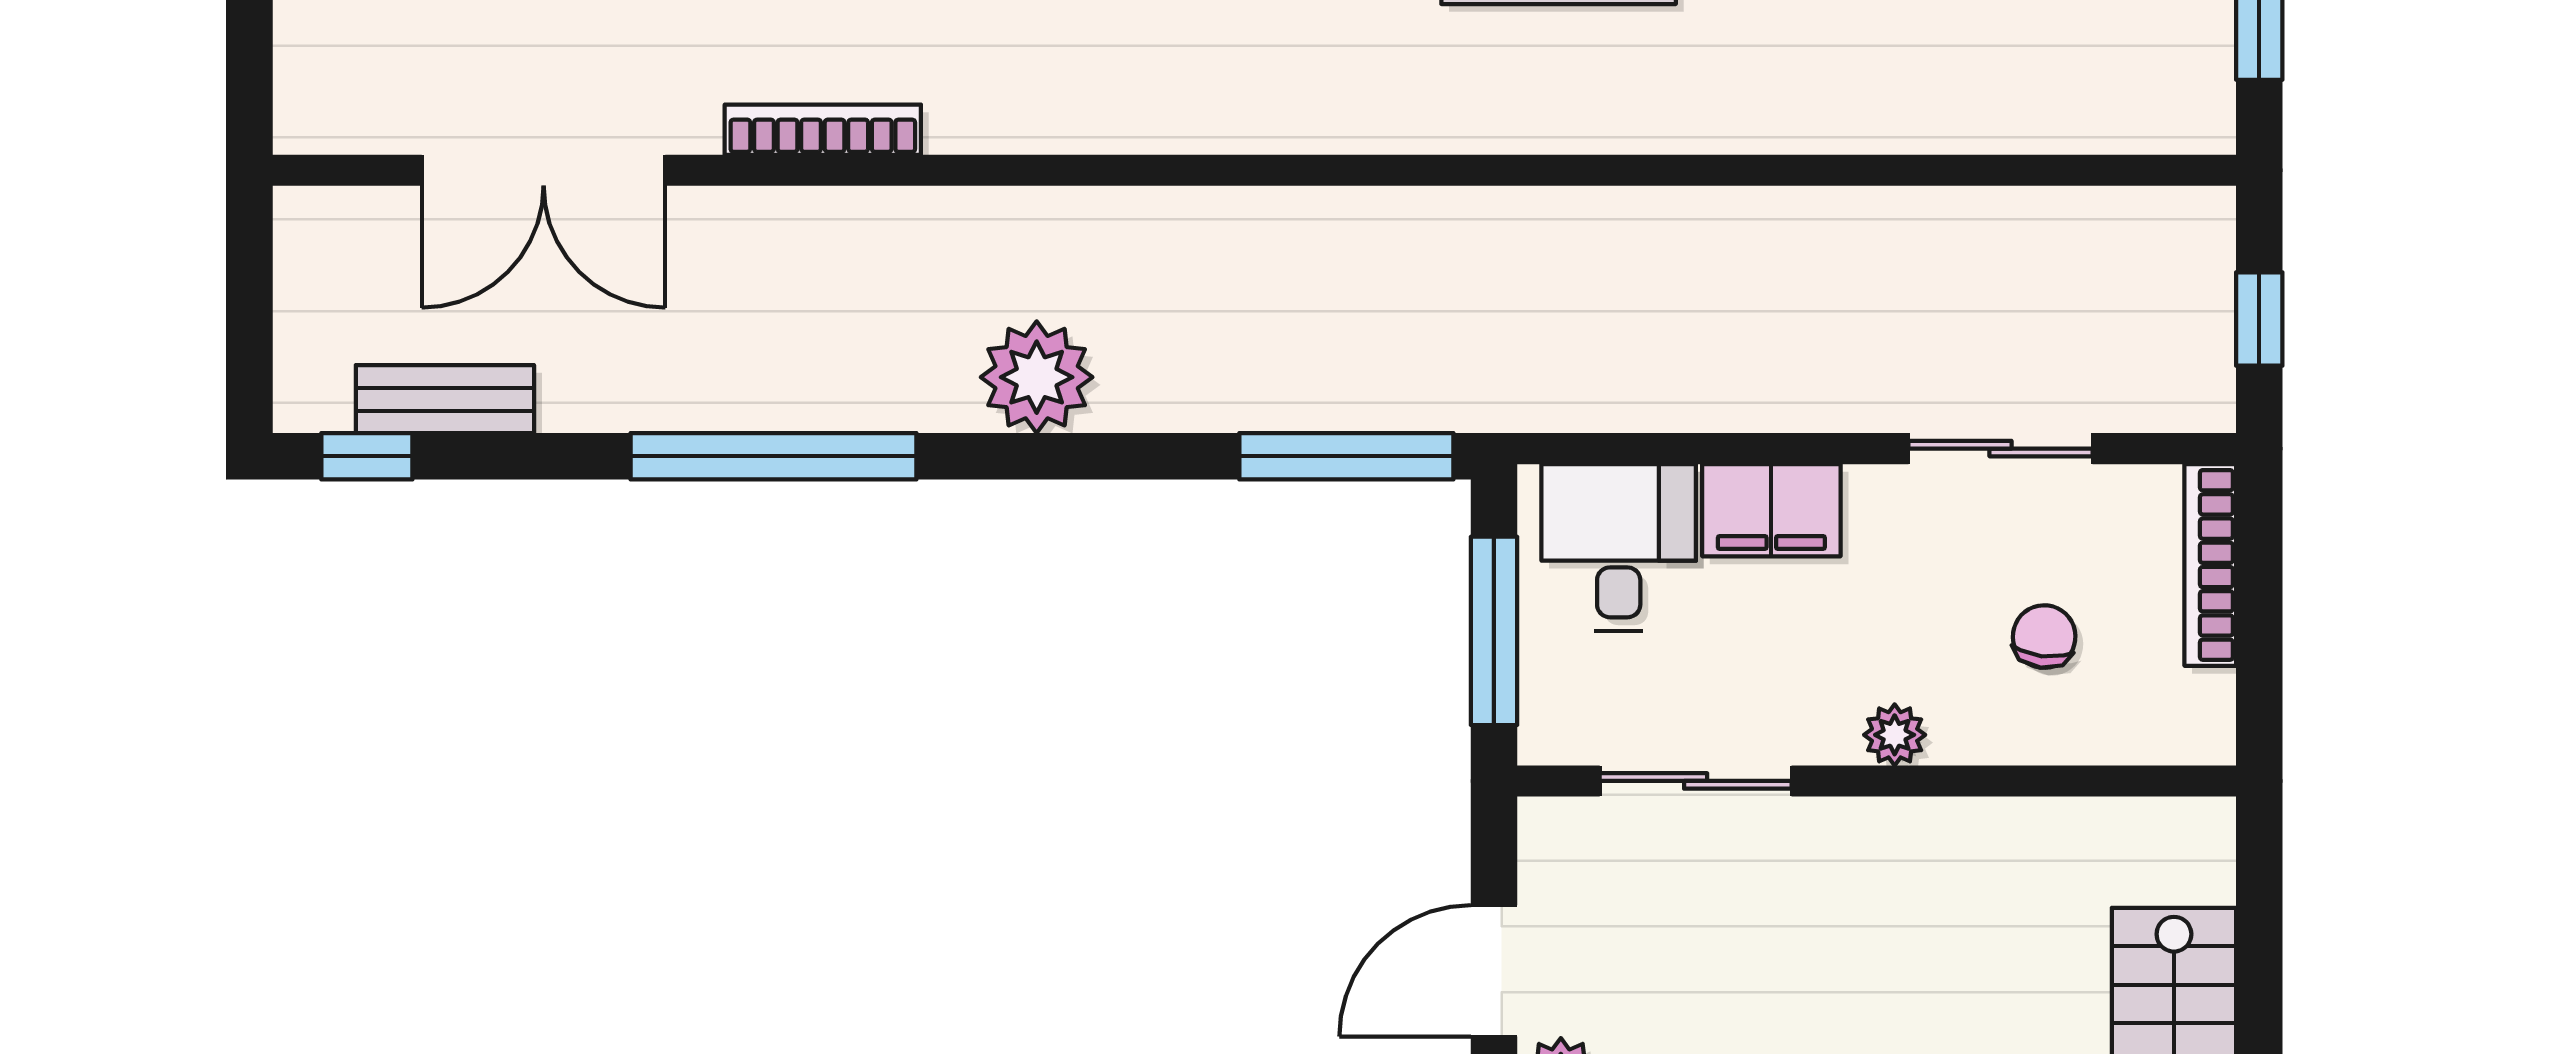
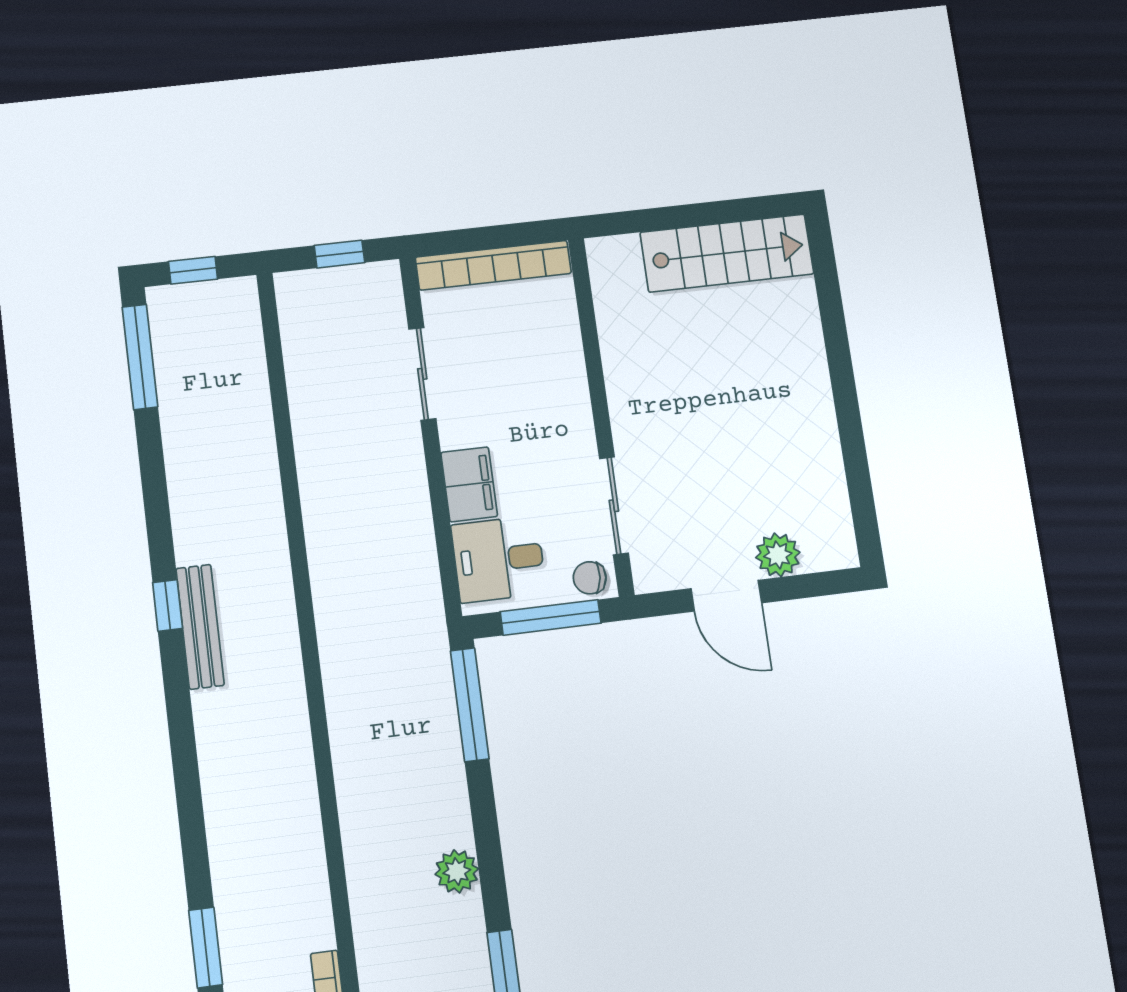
plant: (1037, 377) -> (457, 871), width x0.73, depth x0.73
bookcase: (2210, 565) -> (493, 265), width x1.48, depth x1.31
chair: (2044, 637) -> (590, 578), moved
plant: (1895, 735) -> (576, 409), removed

